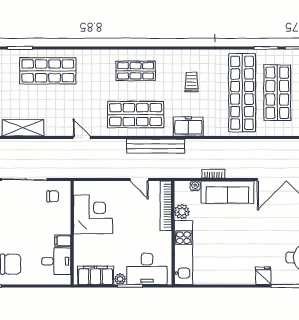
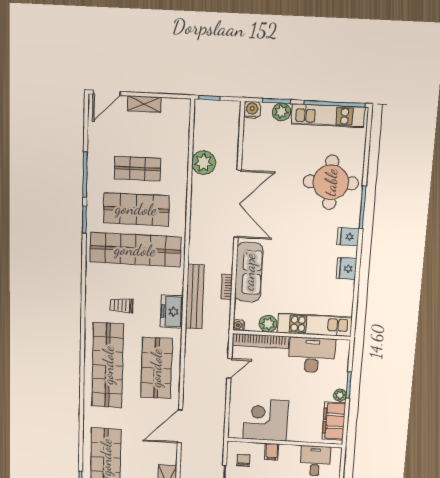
shop shelf: (136, 71) -> (108, 365), width x2.00, depth x1.36
door: (82, 138) -> (180, 426), width x1.88
bench: (156, 146) -> (195, 297), moved
water cooler: (195, 186) -> (239, 325), moved
filing cabinet: (63, 241) -> (272, 452), moved
desk: (147, 269) -> (312, 355), moved, turned -90
fridge: (235, 276) -> (347, 269), added

